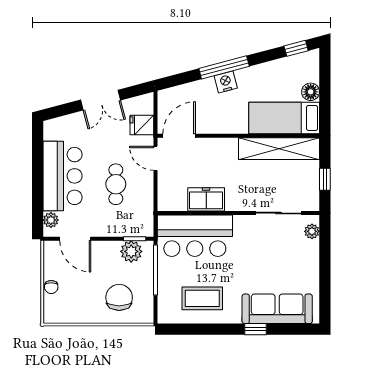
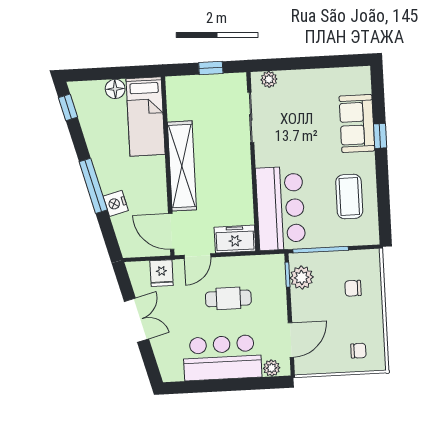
nightstand: (226, 82) -> (116, 203), moved
shelving: (279, 149) -> (182, 166), moved
freezer: (206, 199) -> (235, 239), moved, turned 90
chair: (51, 287) -> (358, 351), moved
chair: (119, 297) -> (353, 288), width x0.54, depth x0.54
sofa: (277, 309) -> (357, 123), width x0.73

